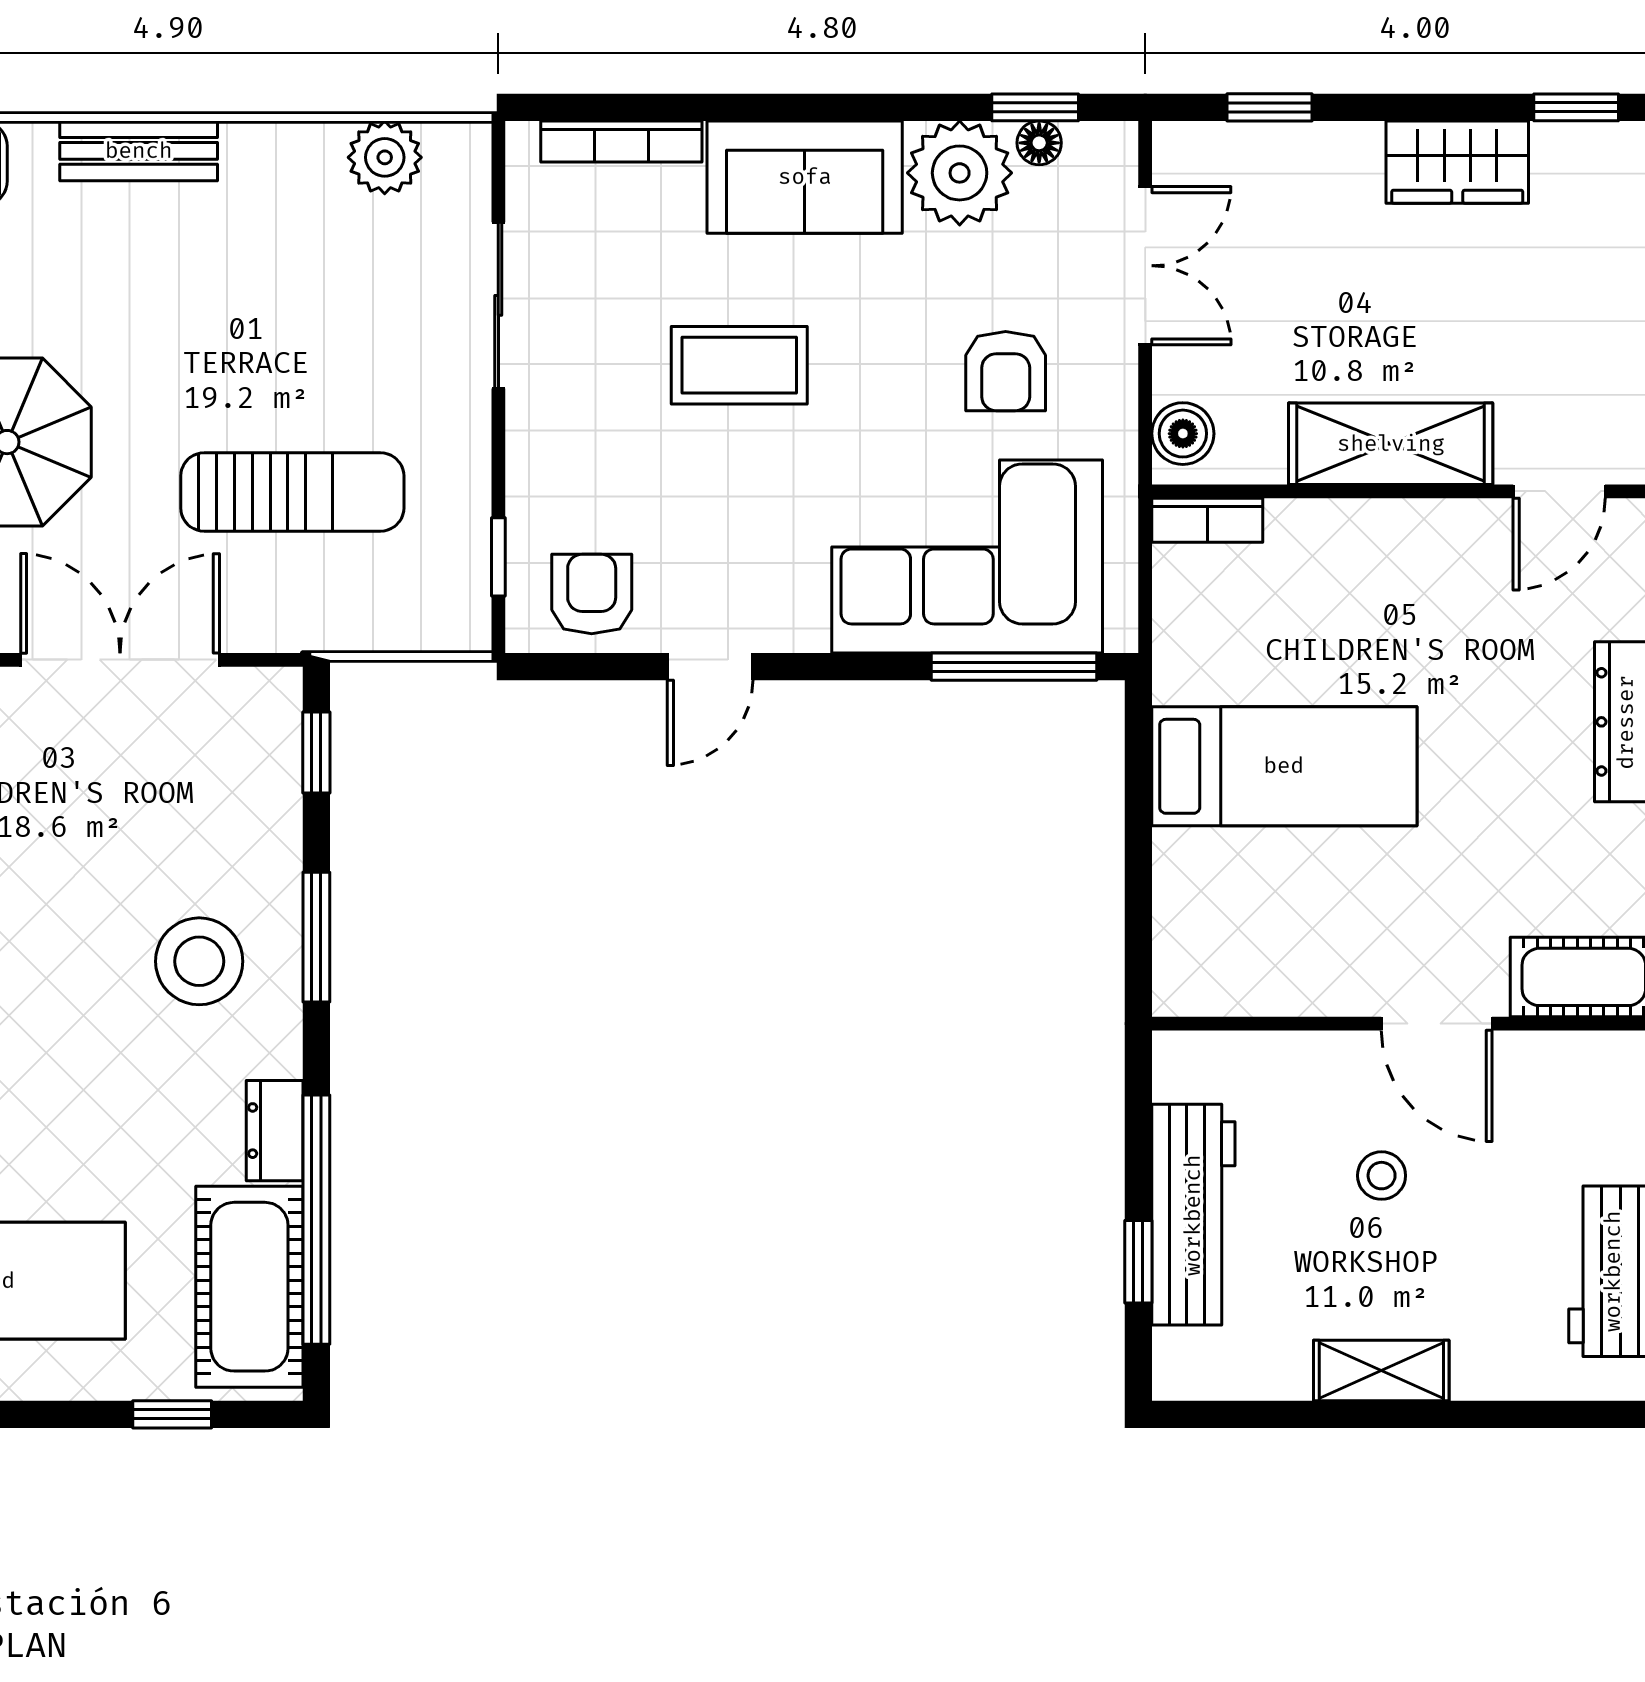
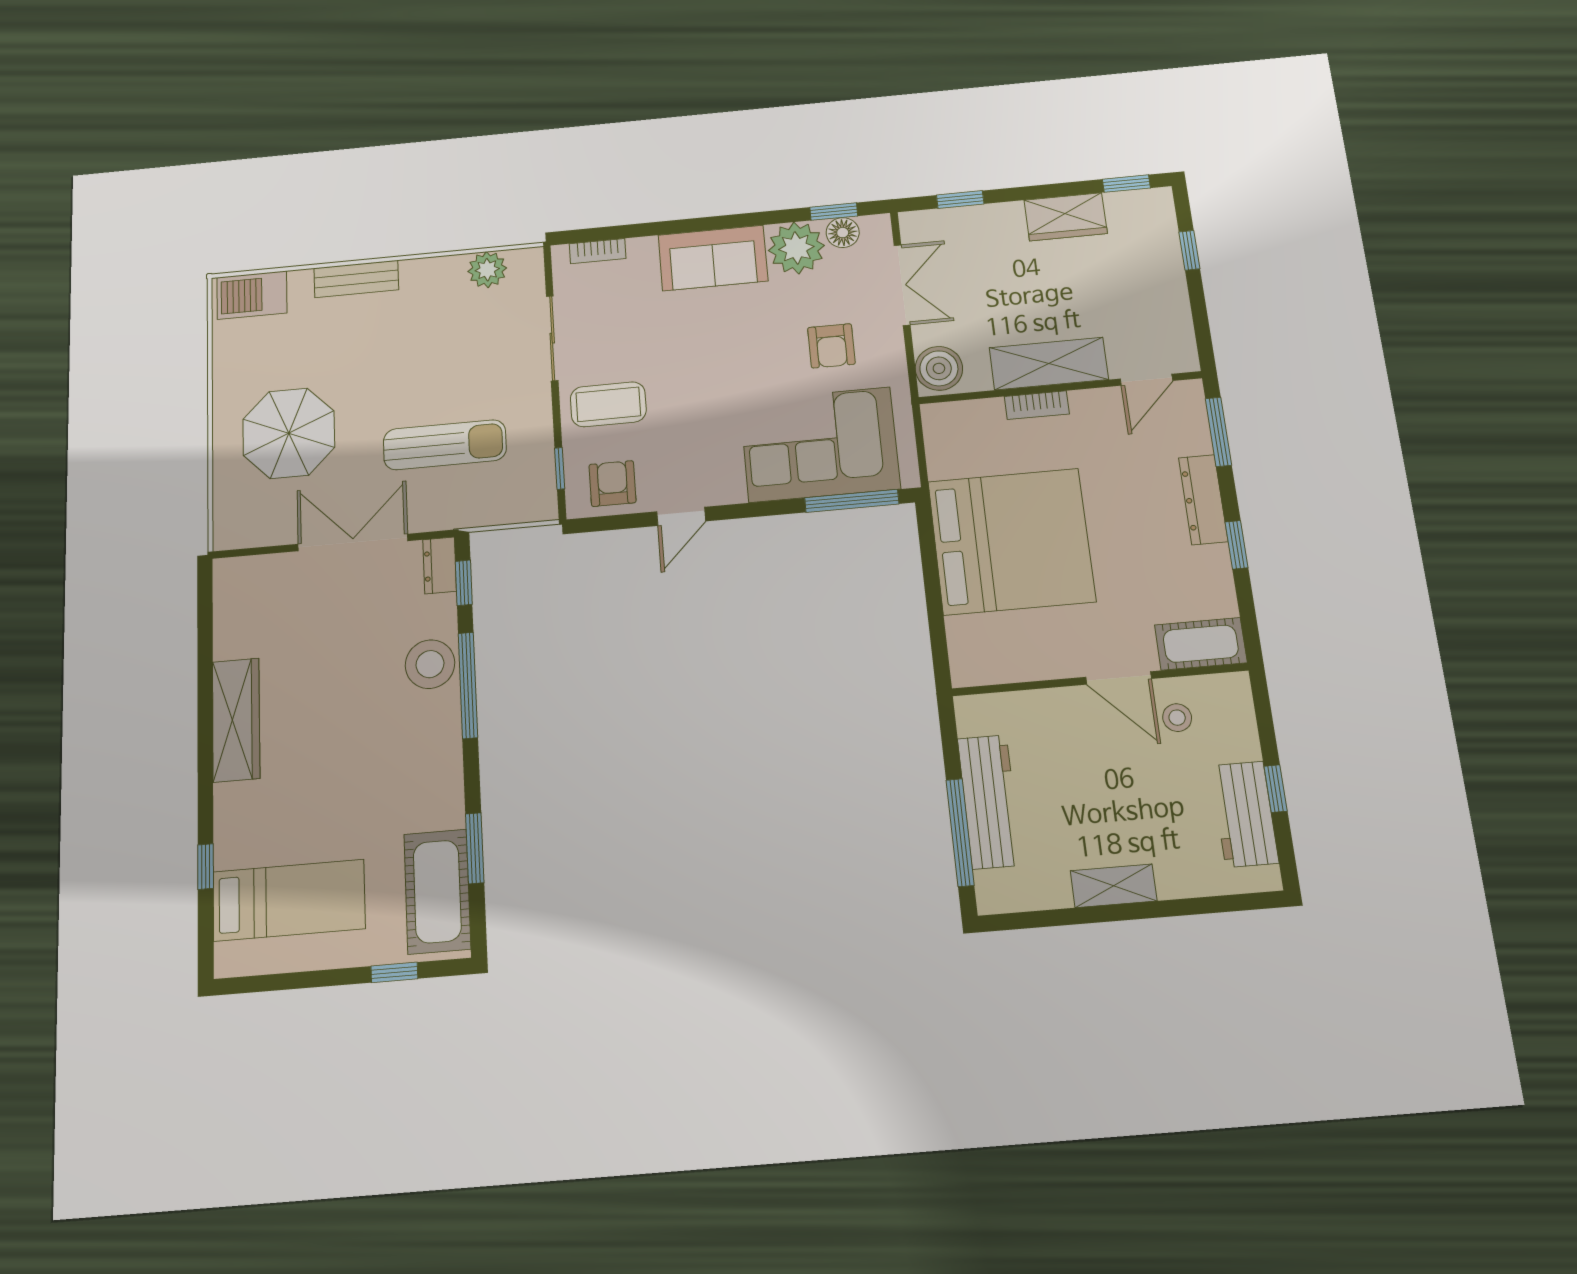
bookcase: (621, 141) -> (598, 251), width x0.64
floor lamp: (1039, 143) -> (843, 233), width x1.37, depth x1.37
coffee table: (739, 365) -> (608, 404), moved
boiler: (1183, 434) -> (939, 368), width x1.36, depth x1.36
bookcase: (1207, 520) -> (1037, 405), moved
bed: (1284, 766) -> (1011, 541), width x2.04
window: (316, 937) -> (468, 685), width x1.44
stool: (199, 961) -> (430, 664), moved
dresser: (275, 1131) -> (440, 565), moved
stool: (1382, 1176) -> (1177, 718), moved
window: (316, 1220) -> (475, 848), width x0.47
window: (1138, 1262) -> (960, 832), width x2.17

